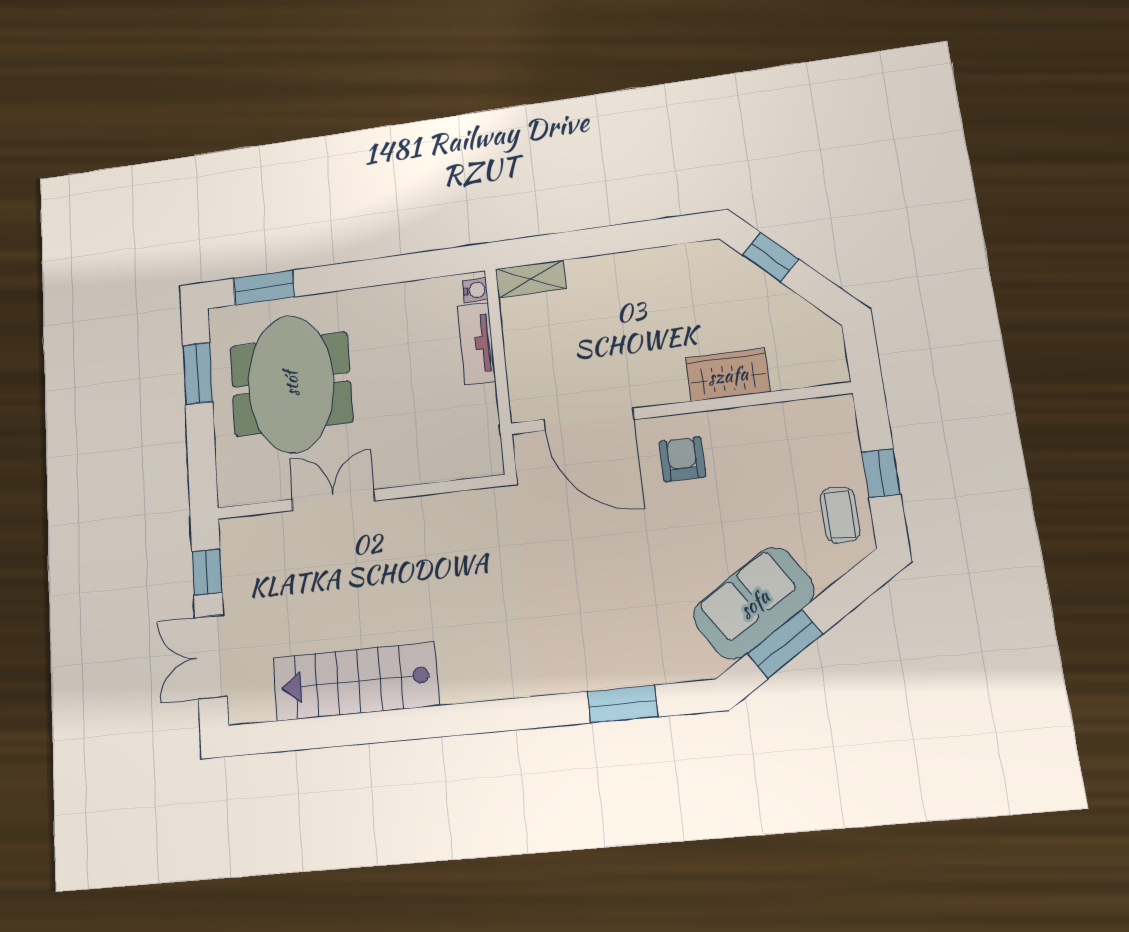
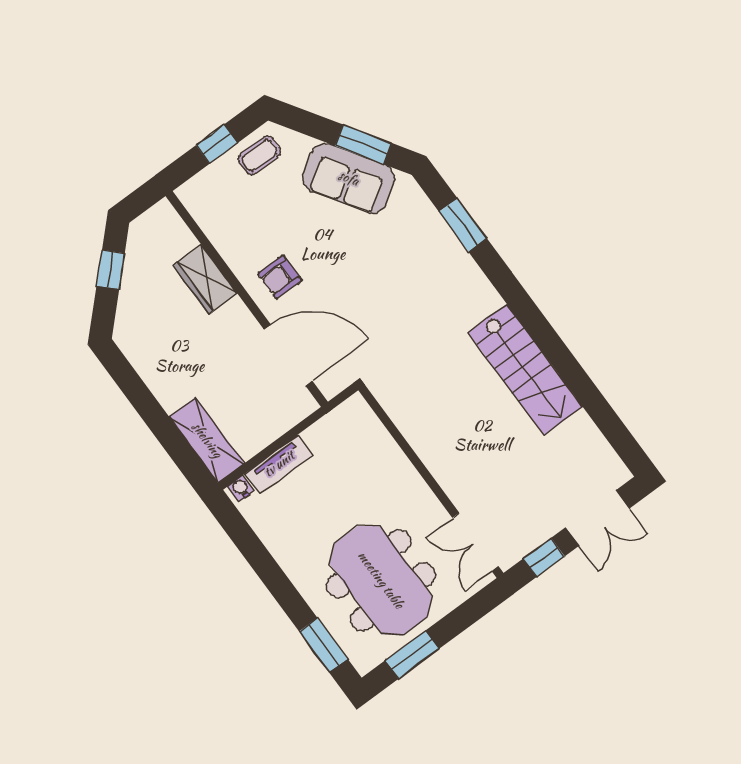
window: (771, 257) -> (111, 270), moved
shelving: (531, 279) -> (207, 440), width x1.50, depth x1.33
meeting table: (291, 384) -> (381, 580), turned 90
door: (589, 419) -> (288, 355), hinge flipped
double door: (333, 500) -> (475, 542), moved
stairs: (356, 682) -> (525, 370), moved

